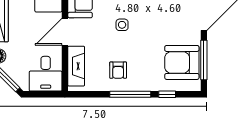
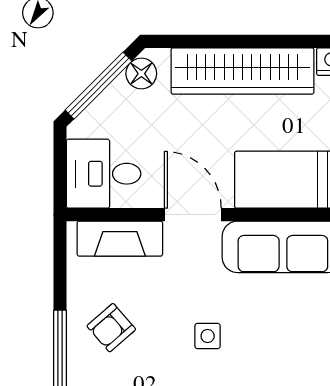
armchair: (118, 70) -> (111, 328), turned -41

